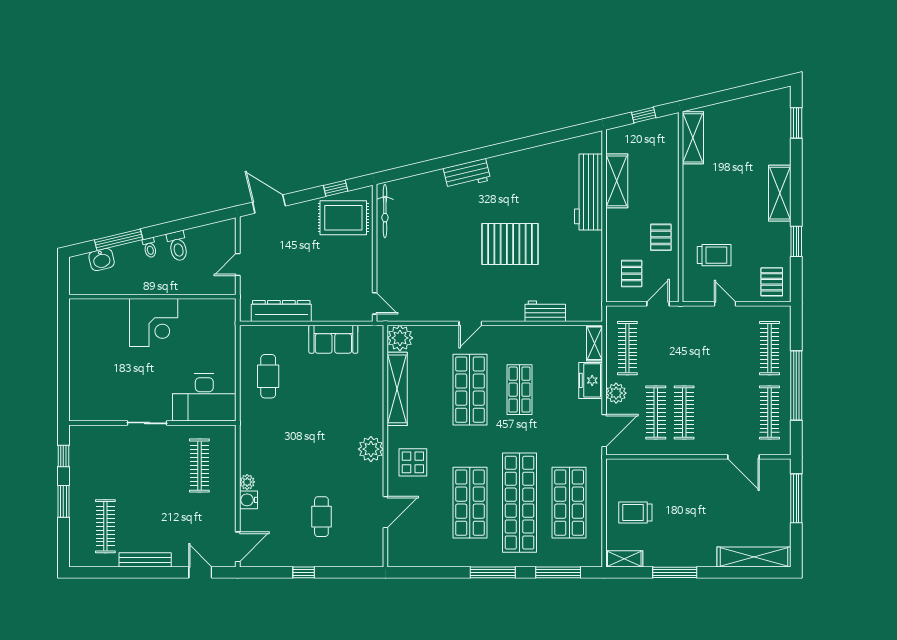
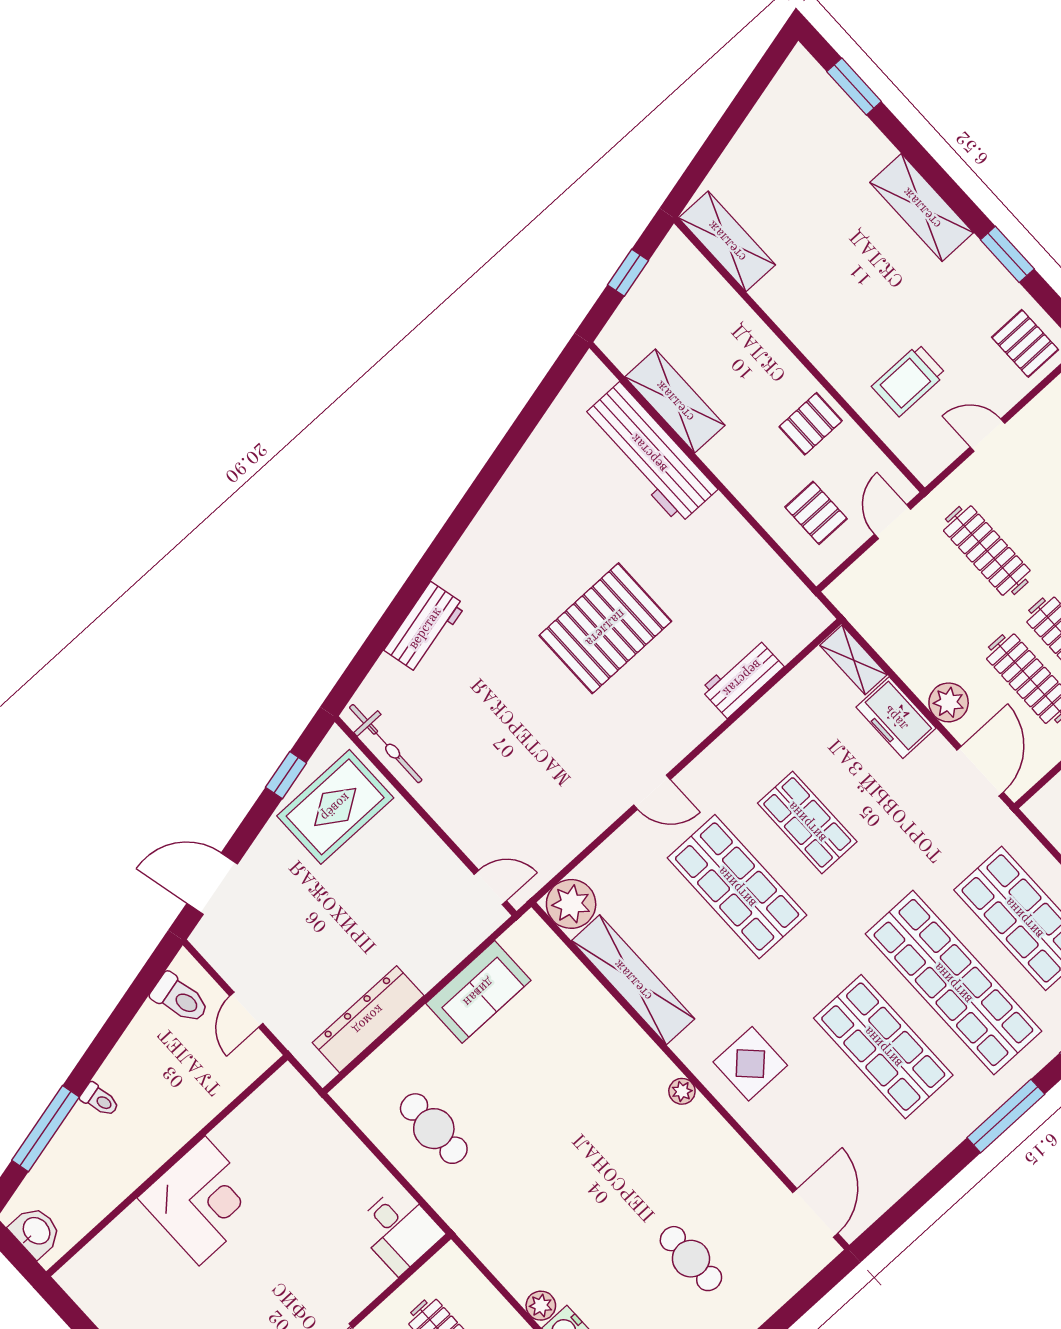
workbench: (467, 174) -> (425, 628), moved
pallet: (661, 237) -> (811, 424), turned 90
toilet: (178, 246) -> (180, 998), moved
trolley: (714, 255) -> (909, 380), turned 180
washbasin: (102, 260) -> (36, 1231), moved, turned -77
door: (470, 323) -> (652, 792), hinge flipped
clothes rail: (627, 348) -> (987, 551), moved
desk: (204, 398) -> (399, 1230), width x0.53, depth x0.77
plant: (371, 449) -> (682, 1091), width x0.53, depth x0.53
door: (385, 512) -> (815, 1213), moved

